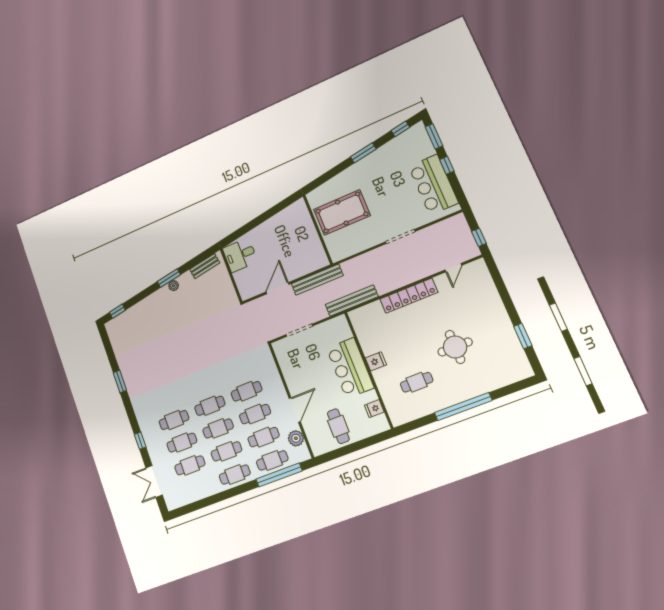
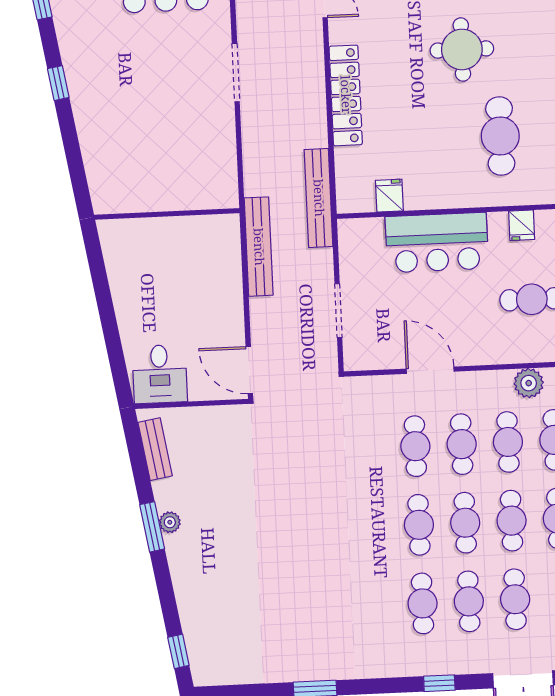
window: (363, 153) -> (58, 83), width x0.67
pool table: (342, 213) -> (153, 160), removed
door: (277, 288) -> (249, 370), moved
fridge: (376, 361) -> (389, 196), moved
cafe table: (417, 382) -> (500, 136), width x1.37, depth x1.35
door: (295, 410) -> (430, 370), moved

